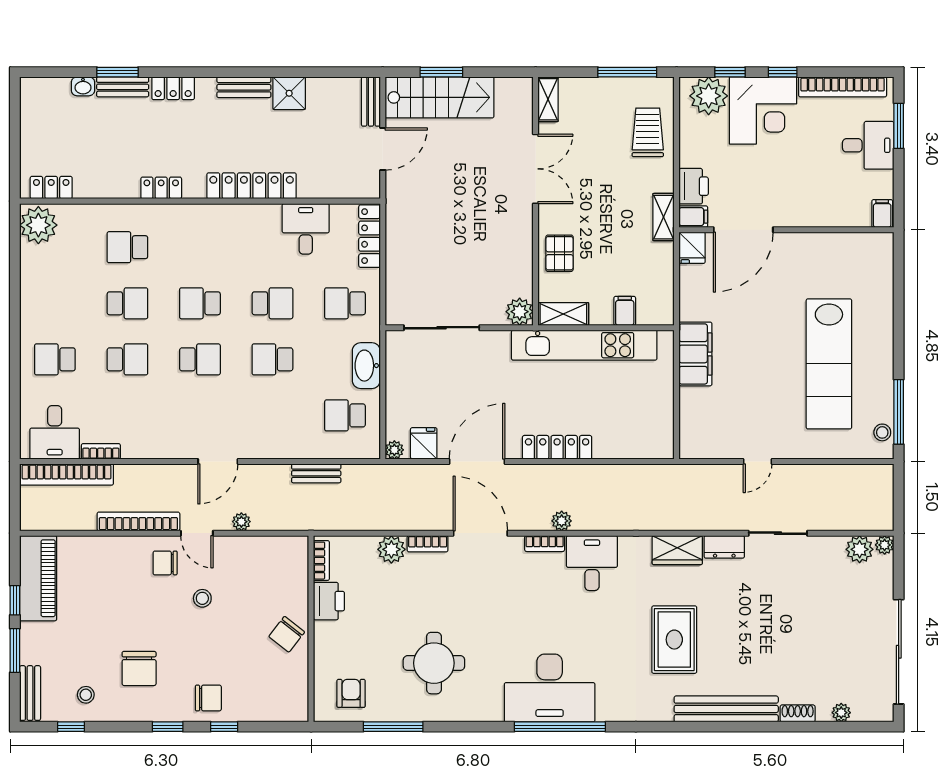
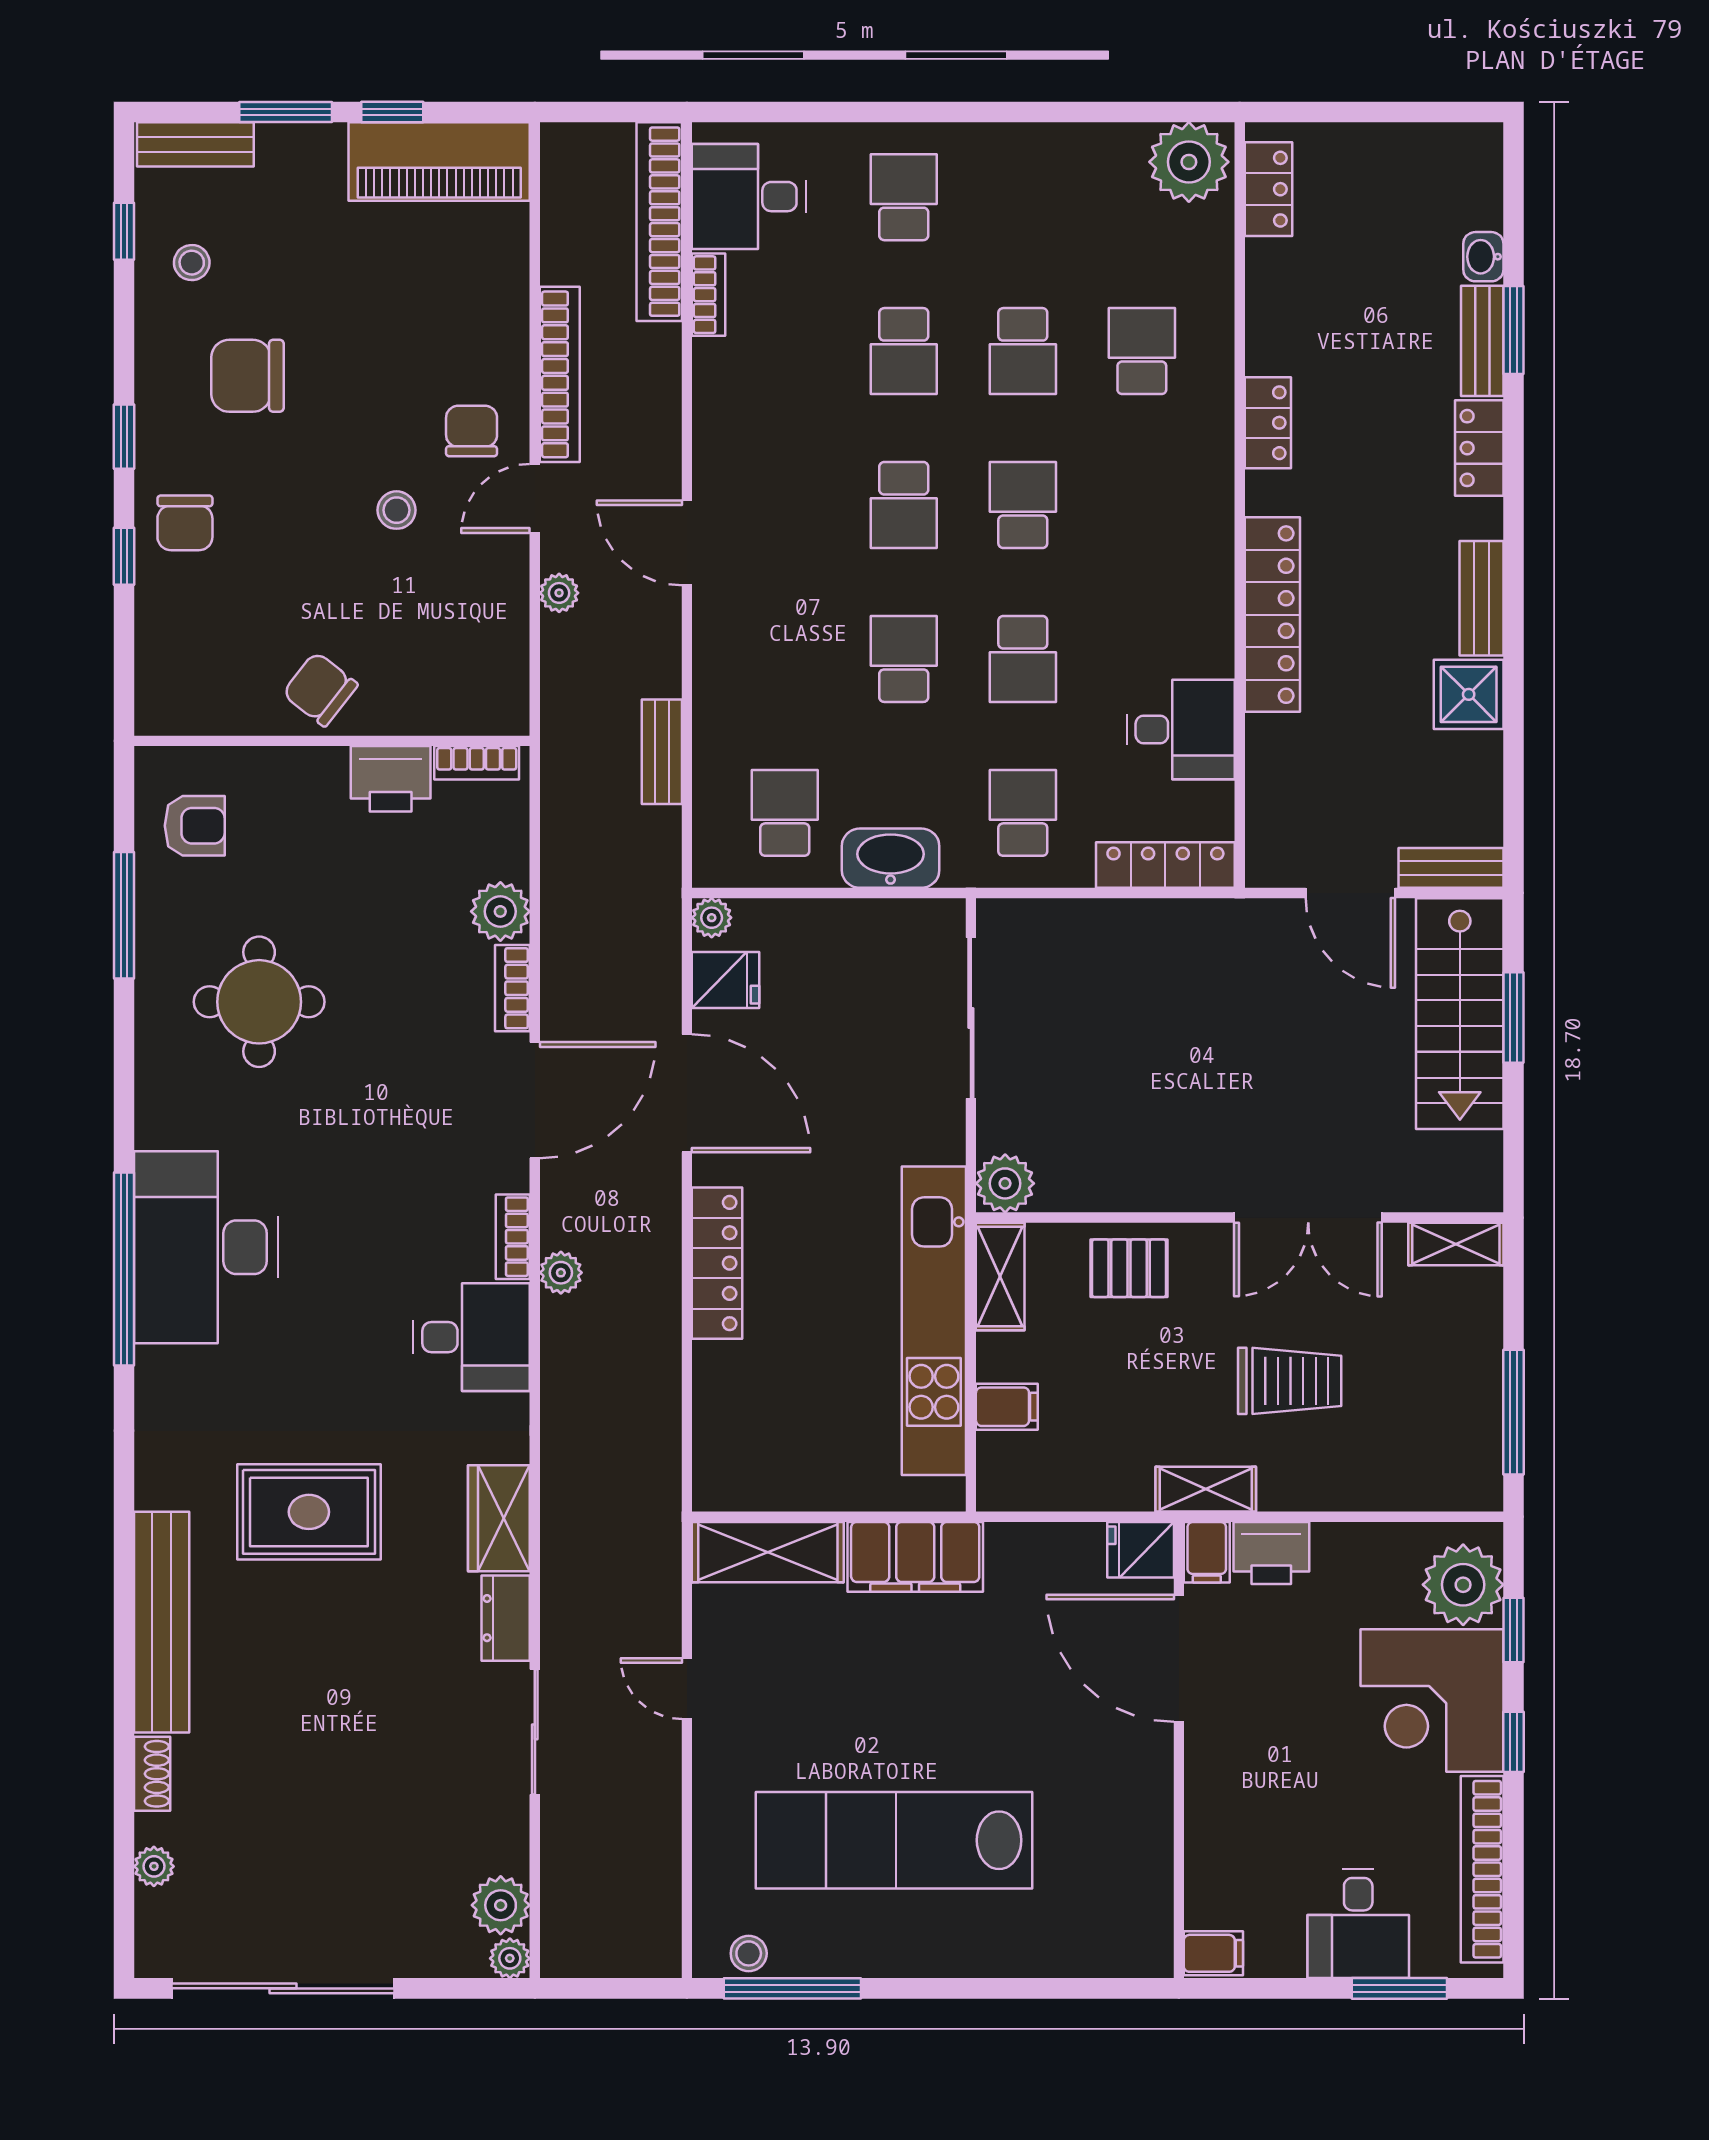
trolley: (648, 132) -> (1290, 1381), moved
shelving: (693, 423) -> (768, 1552), added

